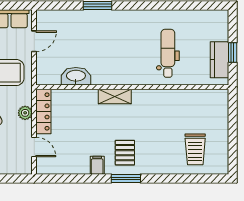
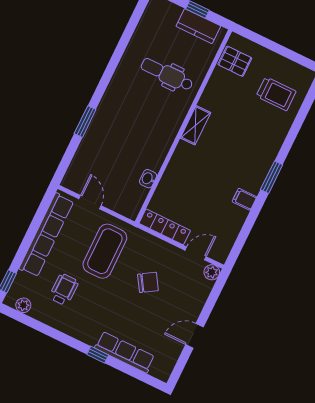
washbasin: (76, 76) -> (148, 179), width x0.52, depth x0.69
shelving: (115, 96) -> (196, 125), moved
plant: (25, 113) -> (212, 272), moved
pallet: (125, 153) -> (235, 61), moved

